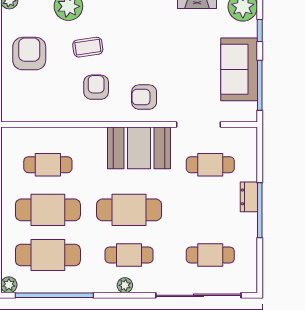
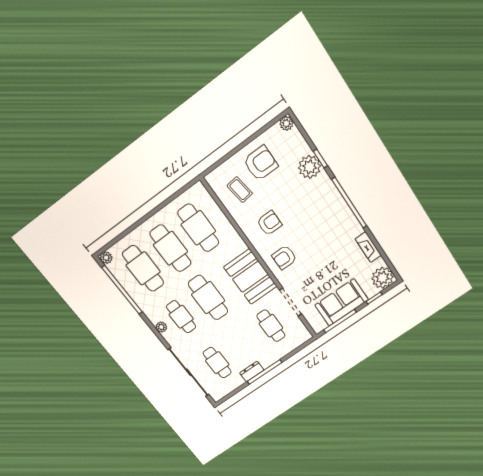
coffee table: (88, 47) -> (240, 190), moved
armchair: (144, 97) -> (284, 257), turned -90
cafe table: (48, 165) -> (198, 228), width x1.37, depth x1.35
dresser: (249, 197) -> (252, 372), moved

